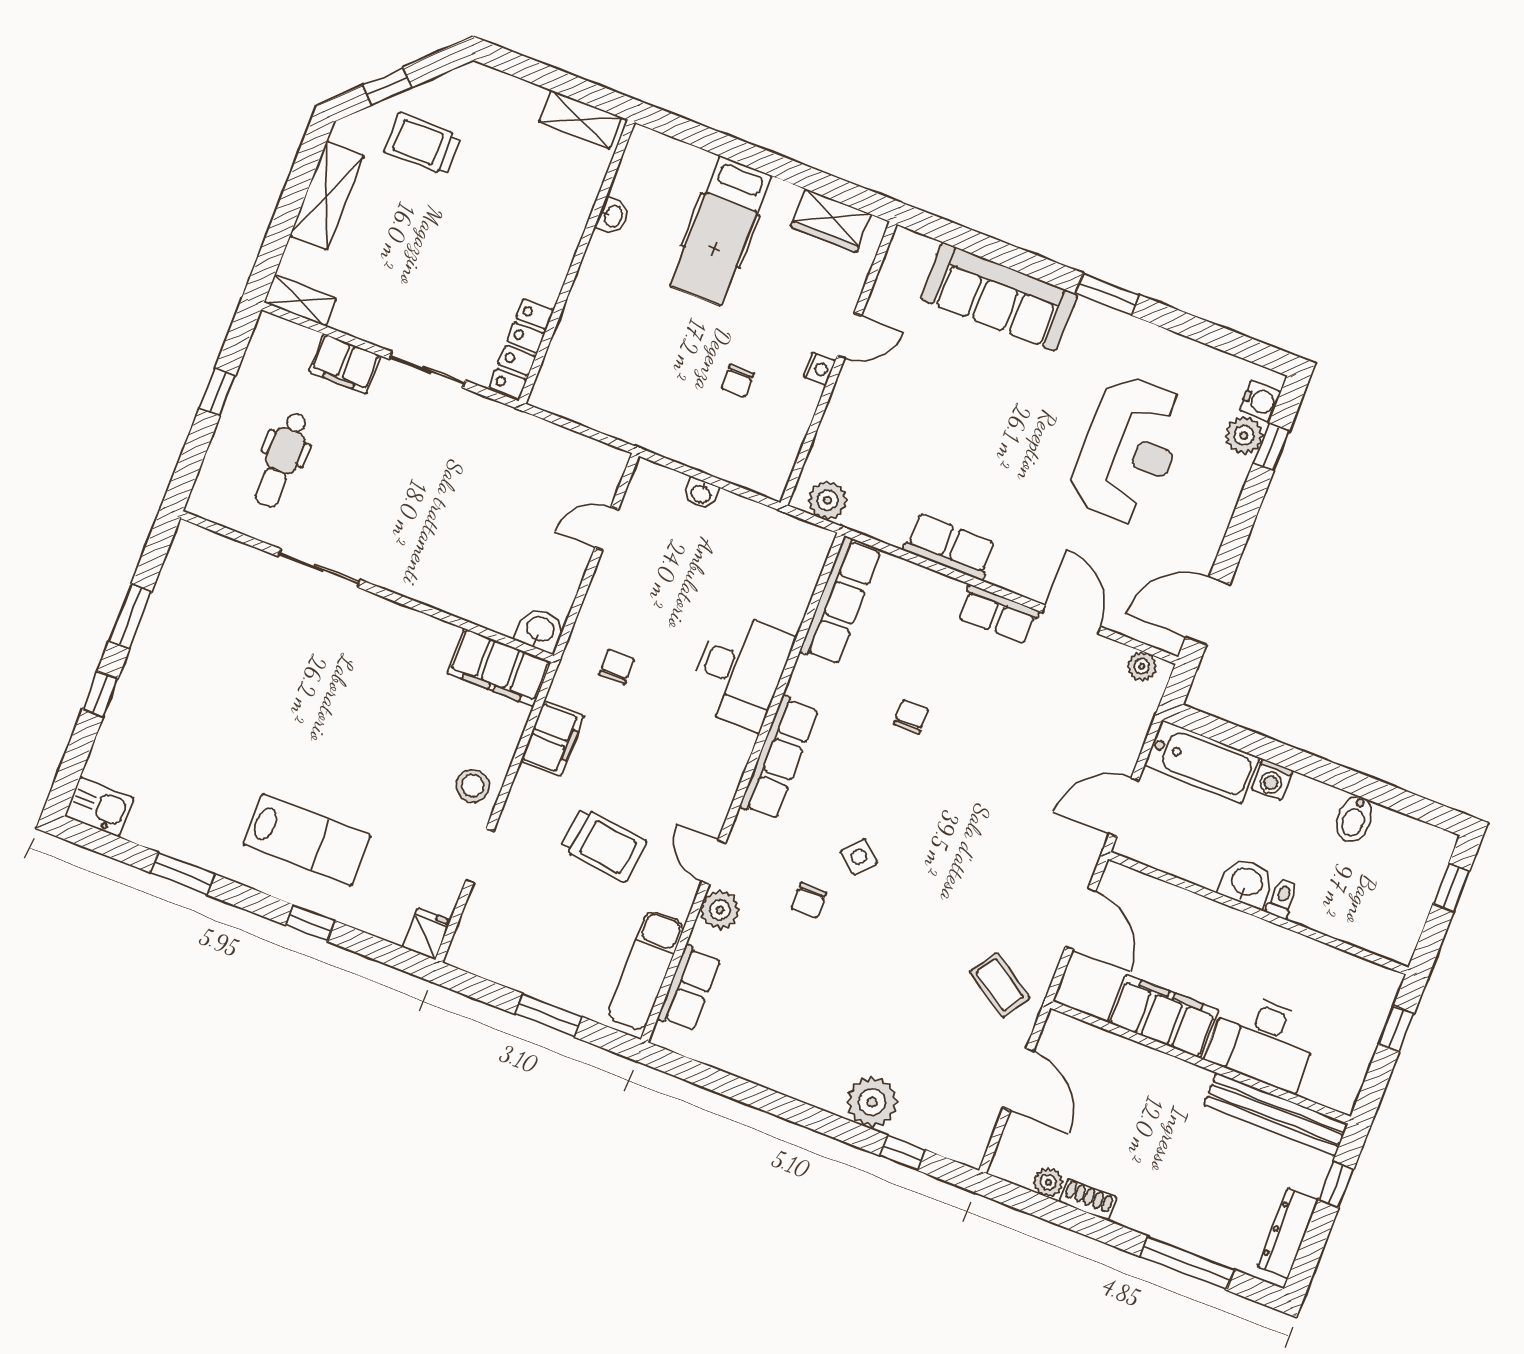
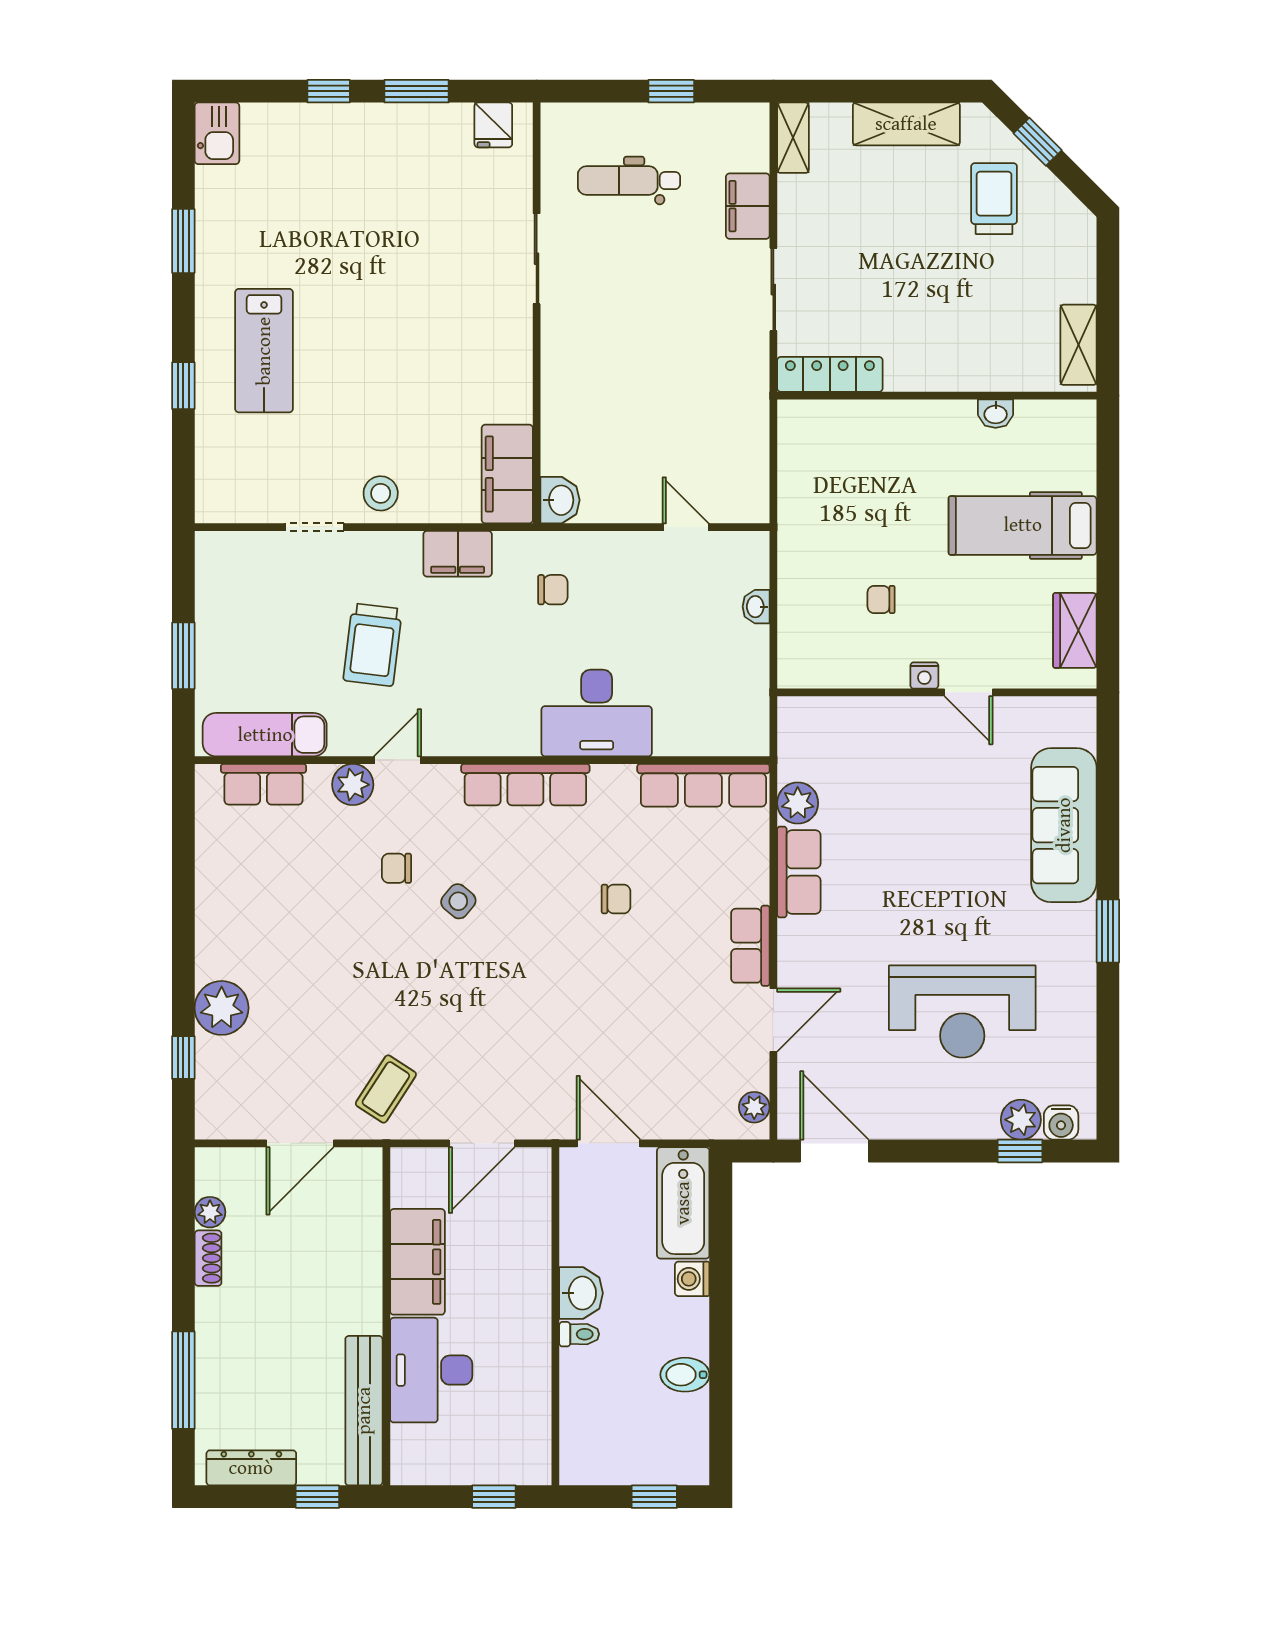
plant: (827, 500) -> (798, 803), moved
fridge: (427, 934) -> (493, 125), moved, turned 90

